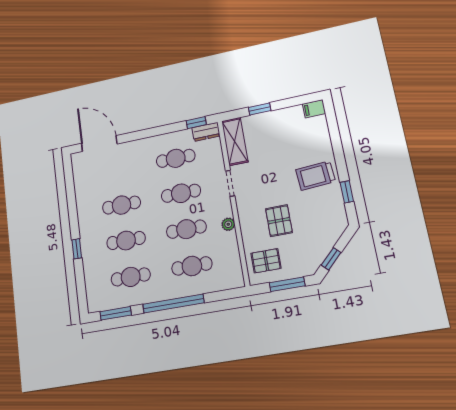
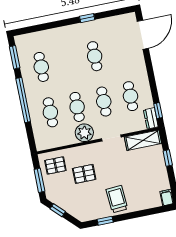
plant: (228, 224) -> (84, 133), width x1.87, depth x1.87
cafe table: (126, 241) -> (68, 62), removed
window: (77, 249) -> (87, 18), moved
pallet: (266, 261) -> (55, 165), turned 90

